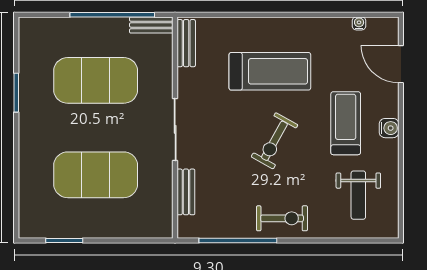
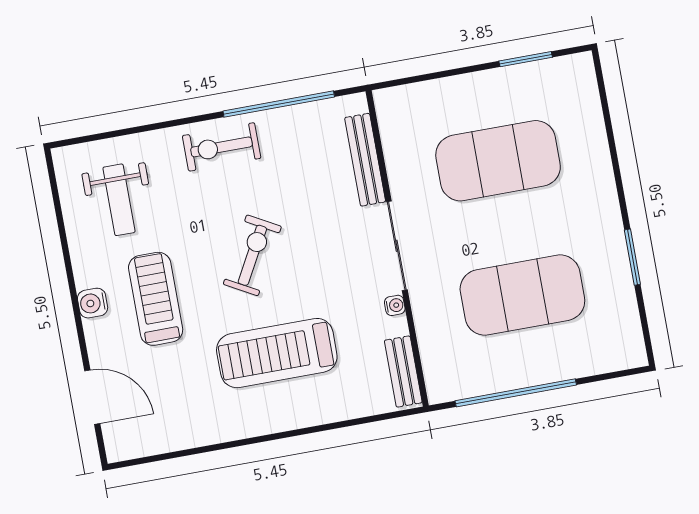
water cooler: (359, 23) -> (395, 305), moved, turned -90
bench: (151, 25) -> (458, 388), removed
treadmill: (346, 123) -> (156, 299), turned 180
bench: (186, 192) -> (365, 160), width x1.36
weight bench: (358, 195) -> (119, 200), turned 180

